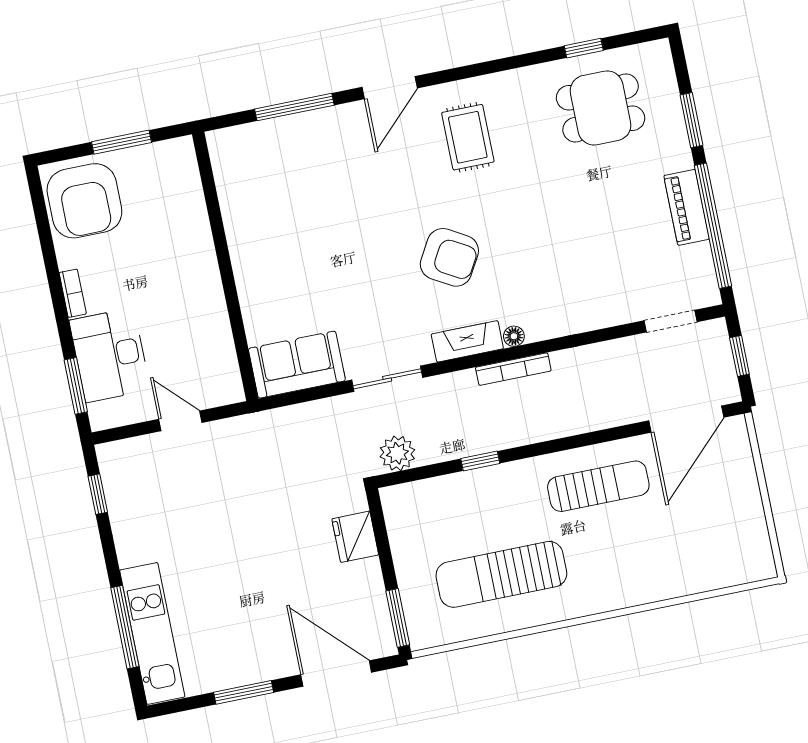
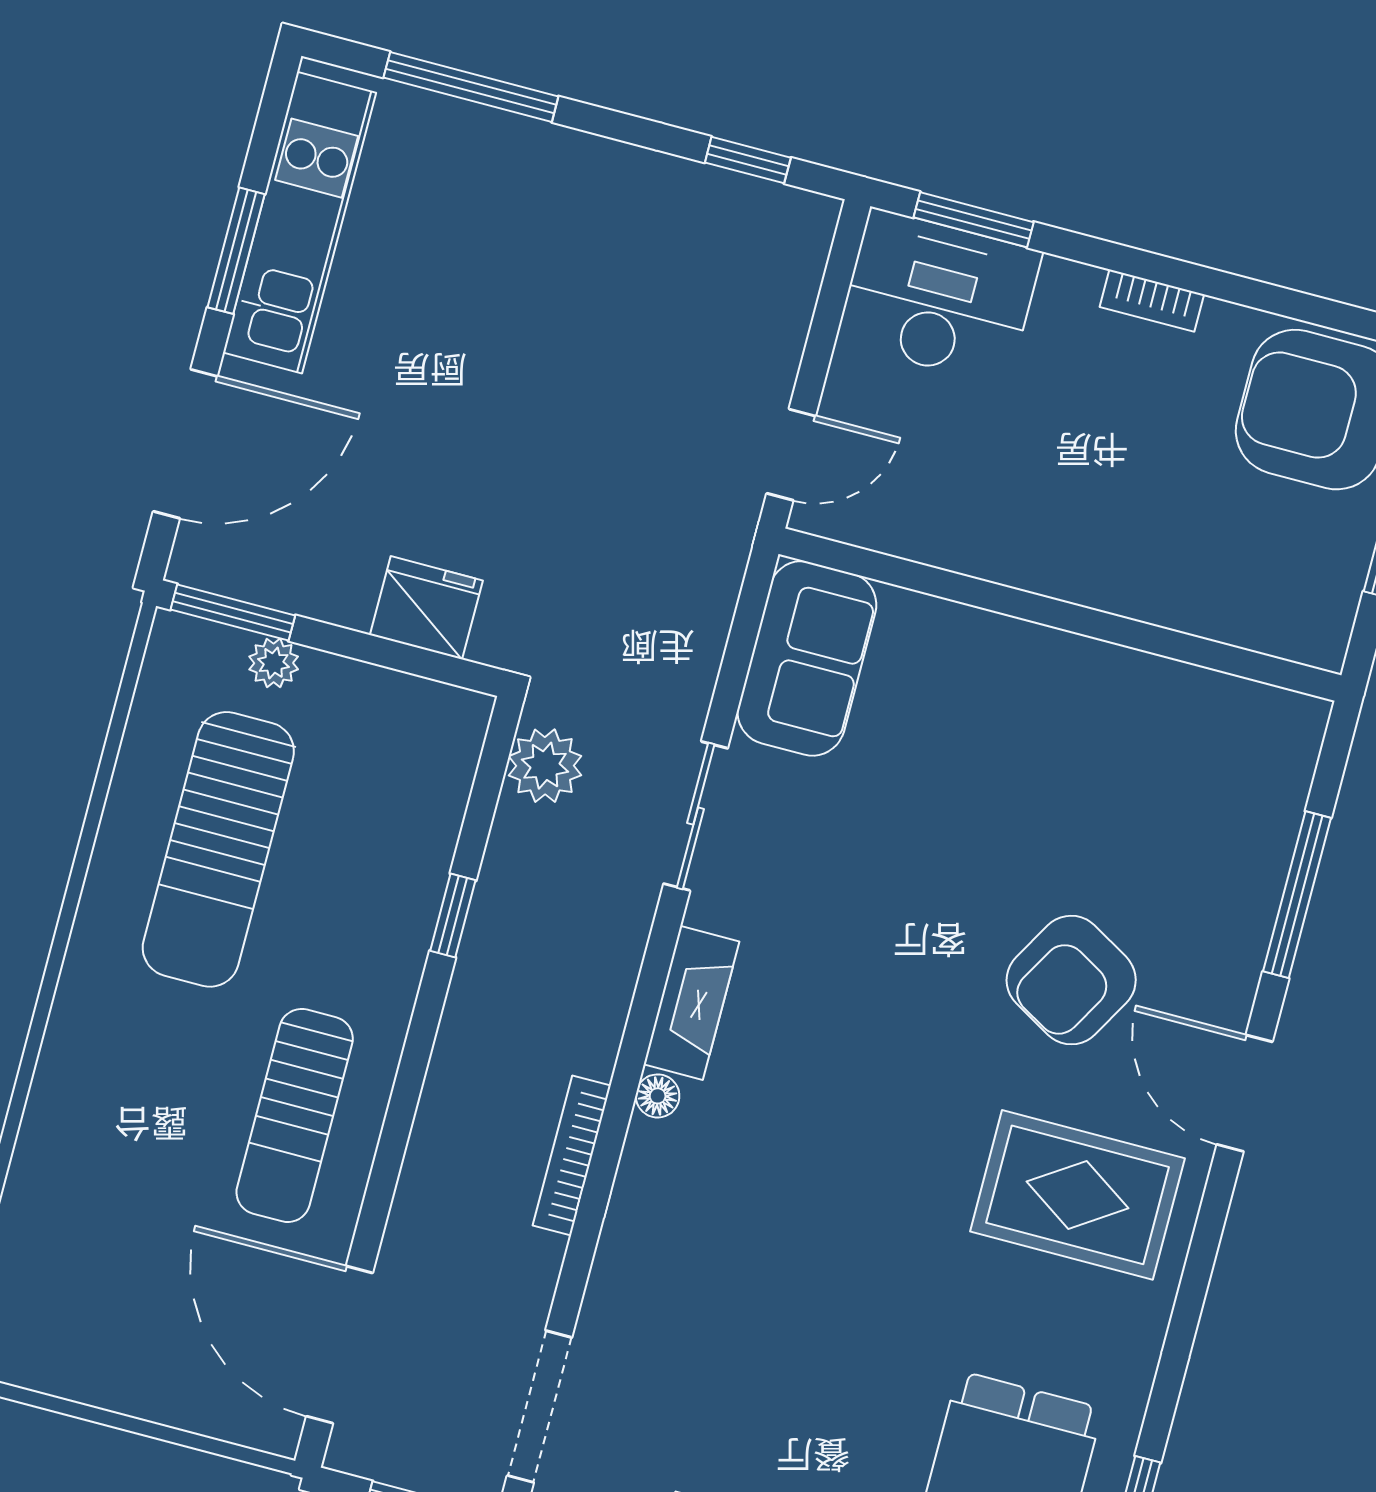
rug: (468, 137) -> (1077, 1195), width x1.36, depth x1.43
armchair: (449, 257) -> (1071, 980), moved
doorway: (671, 321) -> (540, 1407), width x1.38
desk: (110, 355) -> (939, 297), moved
bookcase: (513, 369) -> (572, 1156), moved
door: (180, 421) -> (791, 455), moved
sun lounger: (501, 574) -> (218, 849), turned 180
plant: (411, 590) -> (274, 663), added
kitchen unit: (152, 633) -> (300, 223), moved, turned -90

